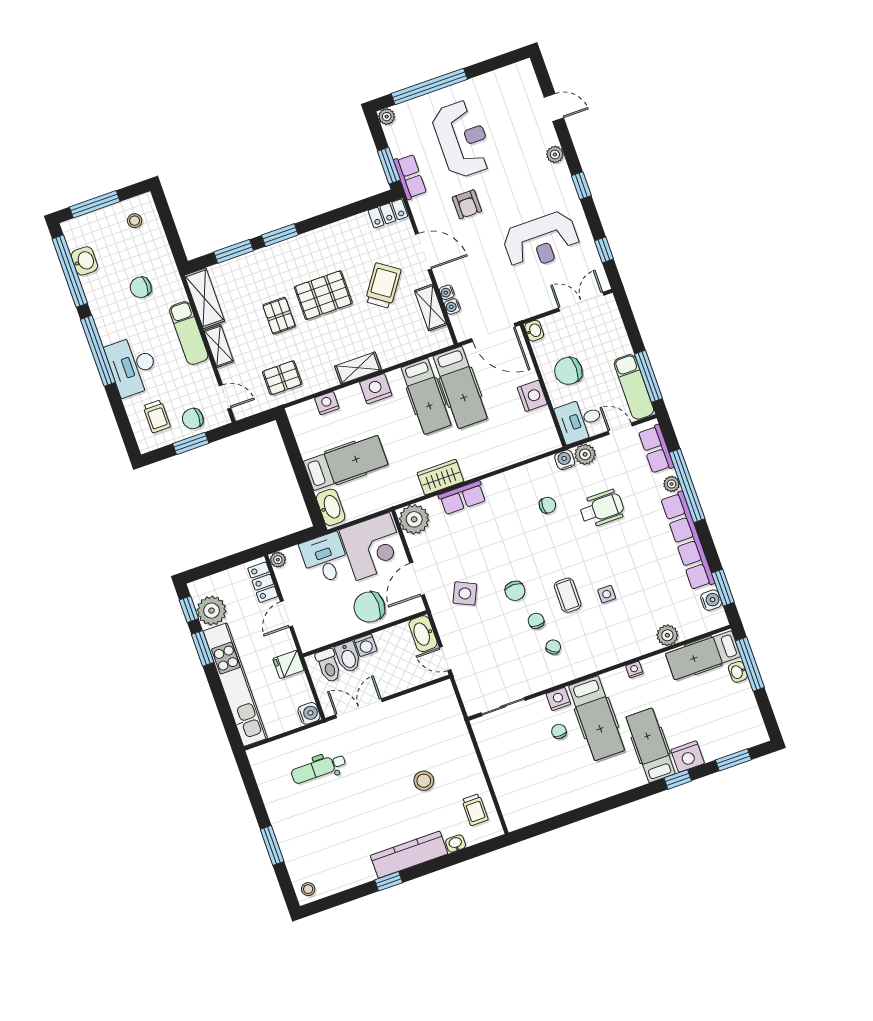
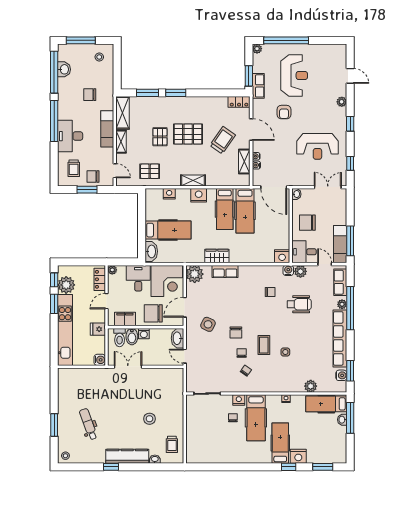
nightstand: (532, 396) -> (282, 256), moved, turned 90
filing cabinet: (327, 632) -> (125, 319), added
dental chair: (319, 769) -> (88, 424), moved, turned 70

